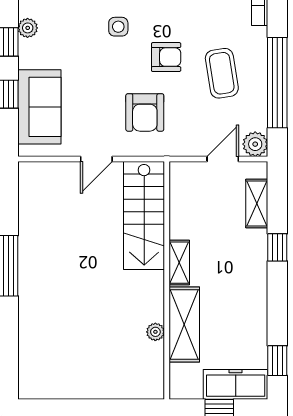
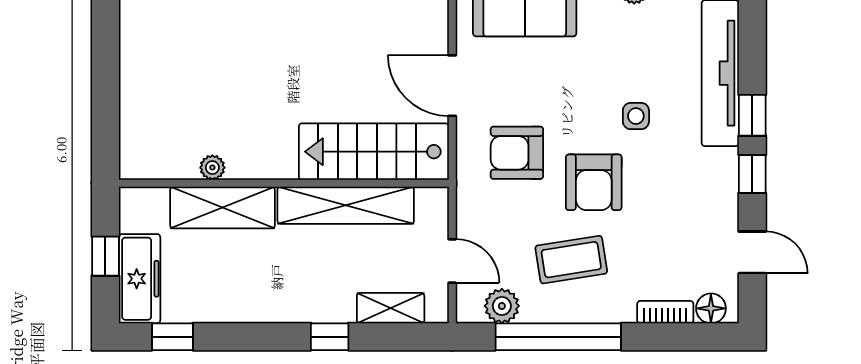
armchair: (166, 57) -> (594, 182), width x1.38, depth x1.38
plant: (255, 144) -> (502, 306), moved
door: (96, 159) -> (452, 86), width x1.38
shelving: (179, 263) -> (346, 205), width x2.20, depth x1.33

